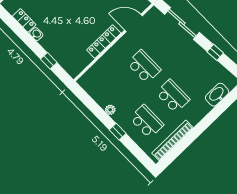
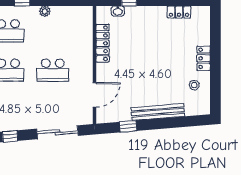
washbasin: (36, 34) -> (118, 11), moved
locker: (104, 42) -> (103, 43), moved

